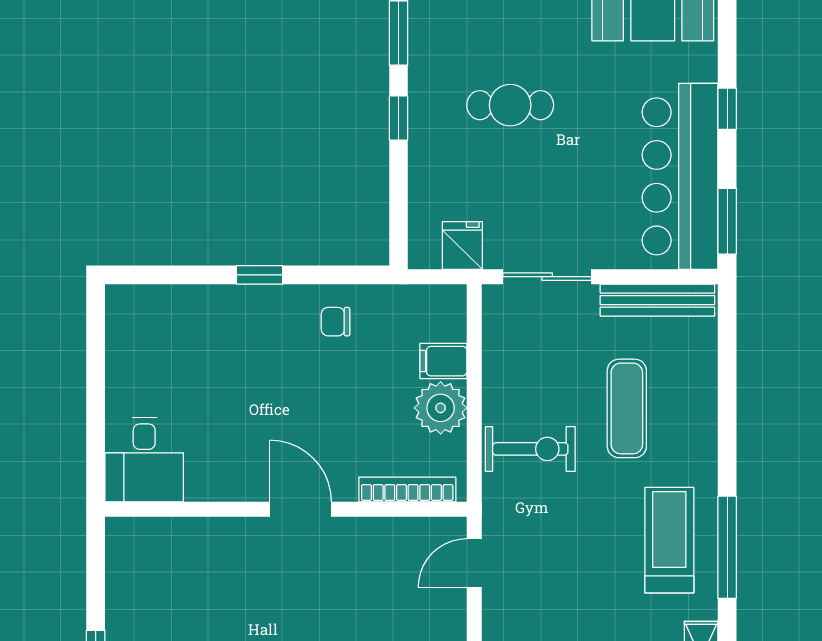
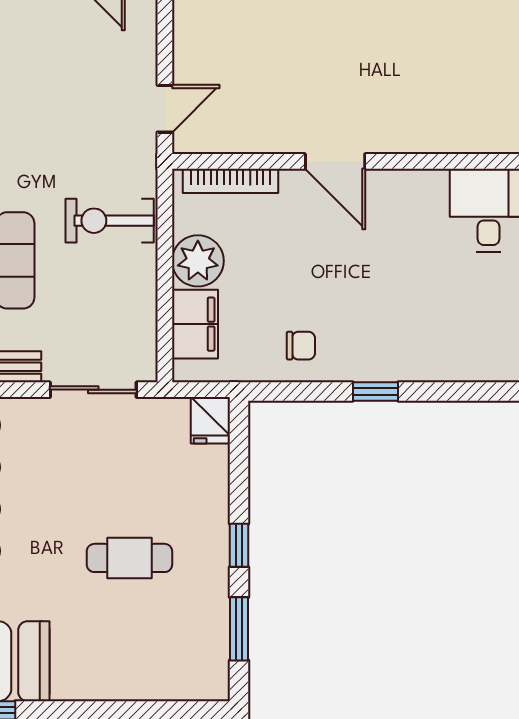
fridge: (462, 245) -> (210, 420), moved
filing cabinet: (443, 361) -> (195, 324), width x2.00

